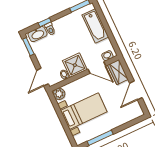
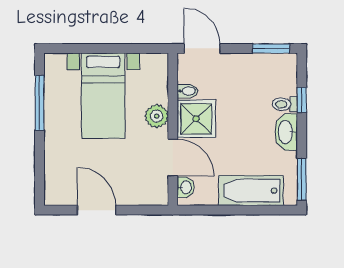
washbasin: (38, 34) -> (286, 132), moved
door: (97, 68) -> (173, 157), swing flipped
wardrobe: (118, 72) -> (146, 193), removed
plant: (59, 94) -> (157, 116), moved

